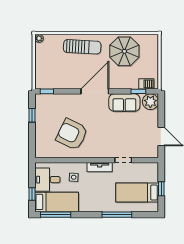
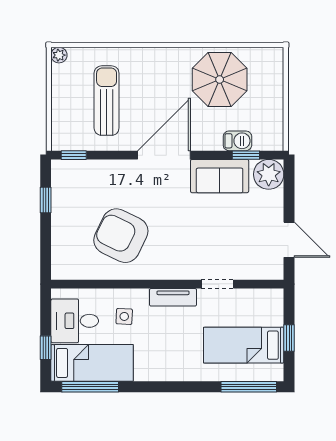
sun lounger: (82, 47) -> (107, 101), moved, turned -93
barbecue: (146, 84) -> (237, 141), moved
window: (117, 215) -> (249, 387), moved

